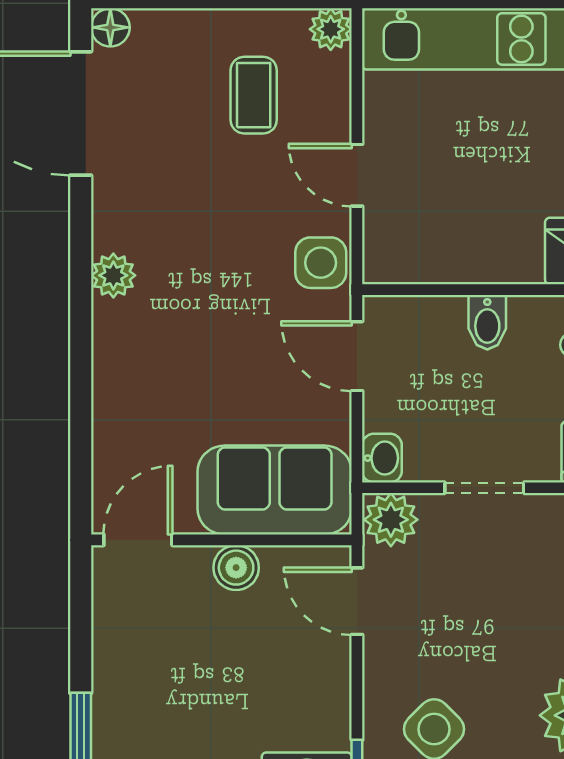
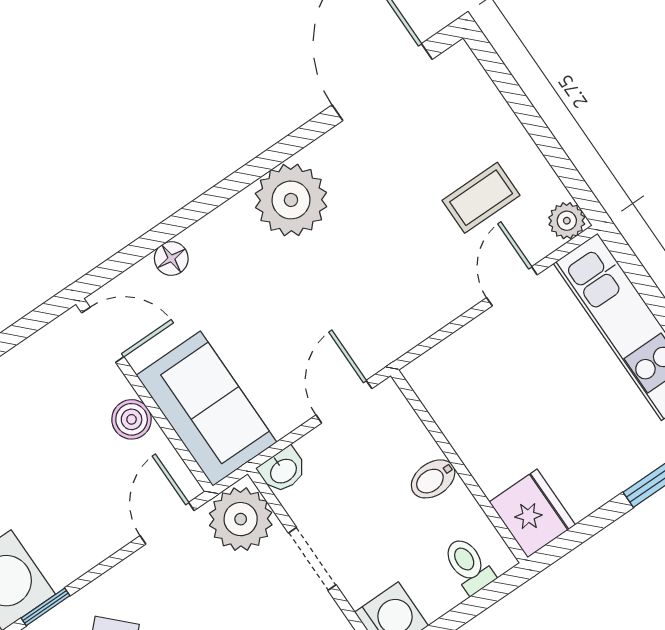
floor lamp: (110, 27) -> (171, 258), moved
door: (357, 175) -> (512, 286), moved
side table: (321, 263) -> (393, 329), removed
plant: (113, 275) -> (291, 200), width x1.87, depth x1.87
plant: (391, 520) -> (241, 519), width x1.36, depth x1.36

